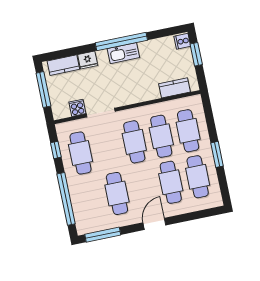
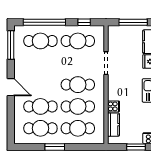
cooker: (77, 108) -> (113, 106), moved
cafe table: (117, 193) -> (40, 41), moved

